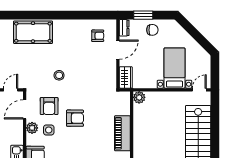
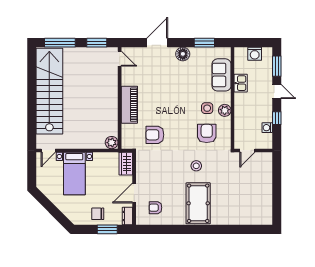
pool table: (33, 32) -> (198, 203), moved, turned 90
door: (25, 109) -> (233, 130), removed
armchair: (75, 118) -> (155, 135), moved

